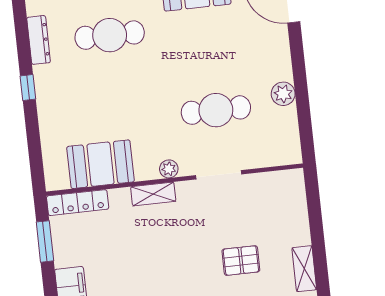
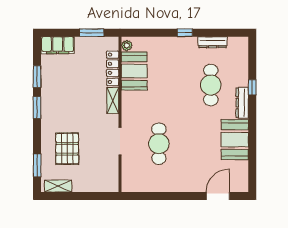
plant: (283, 94) -> (164, 185), removed
plant: (169, 169) -> (127, 45), moved
locker: (78, 203) -> (113, 68), moved
pallet: (241, 261) -> (67, 149), width x1.50, depth x1.42

